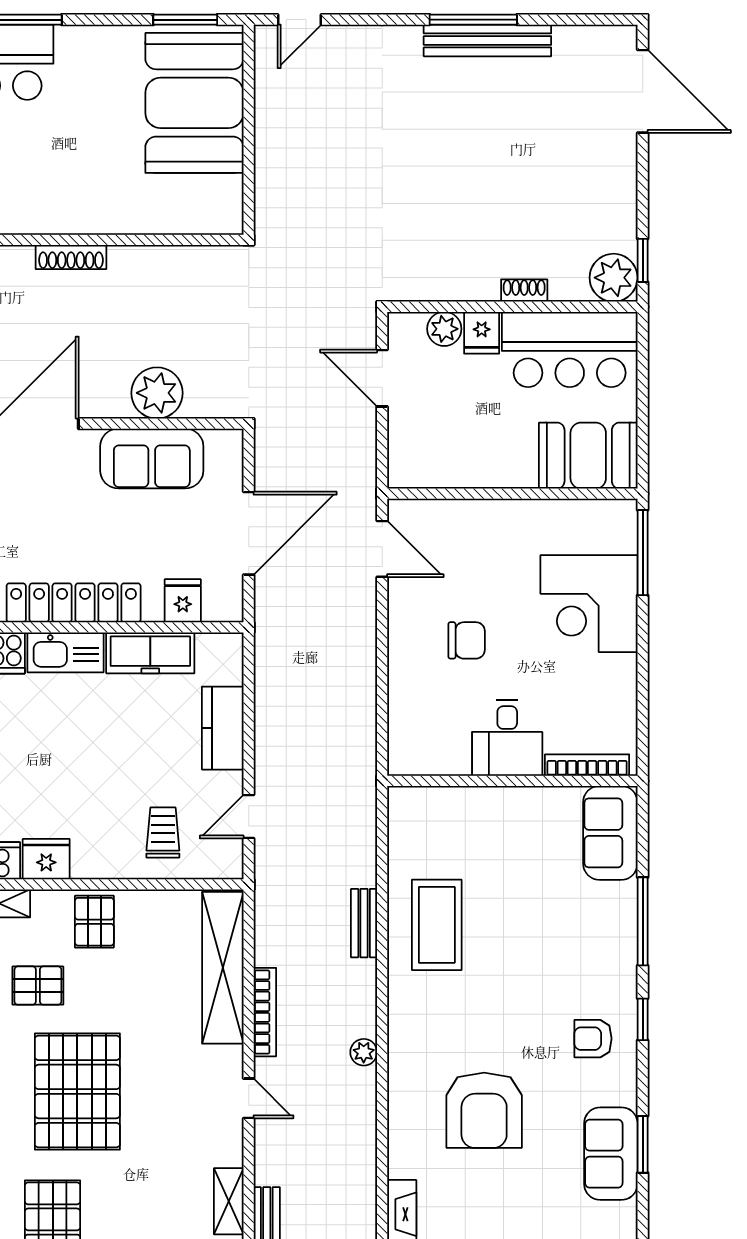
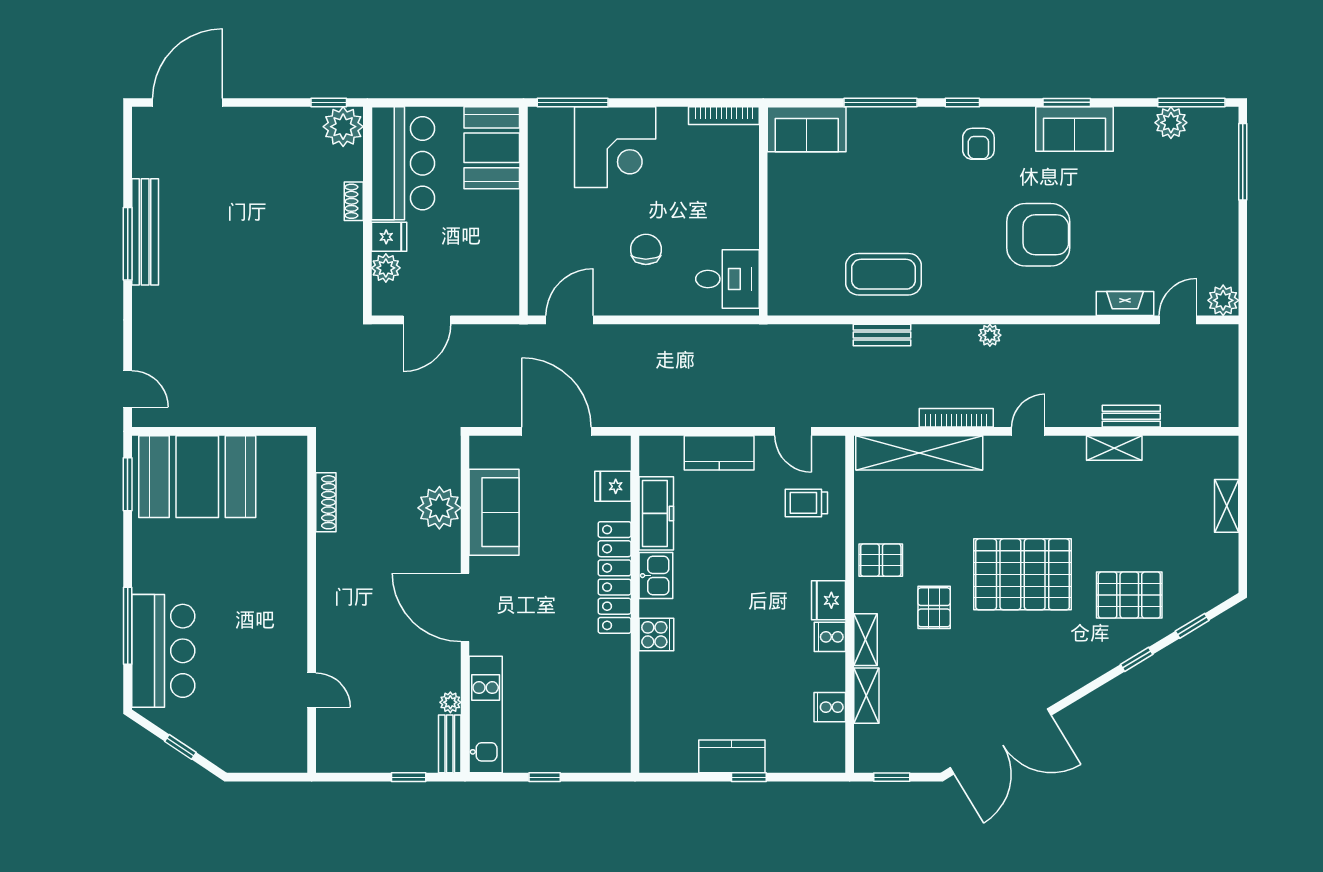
shoe rack: (71, 257) -> (326, 502), moved
kitchen sink: (65, 652) -> (656, 576), width x0.73
desk: (507, 738) -> (727, 279), moved
bookcase: (587, 765) -> (724, 116), moved, turned -90

